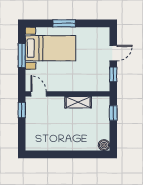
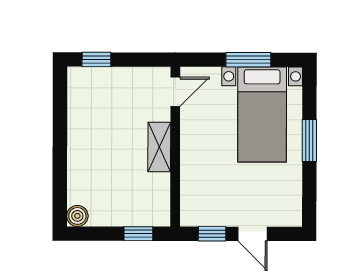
shelving: (78, 102) -> (159, 147), moved
window: (22, 110) -> (96, 59), moved

